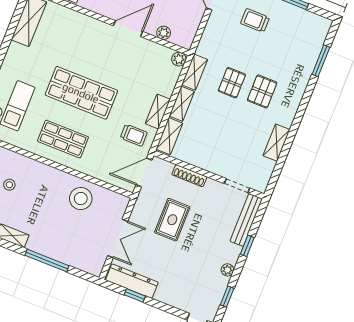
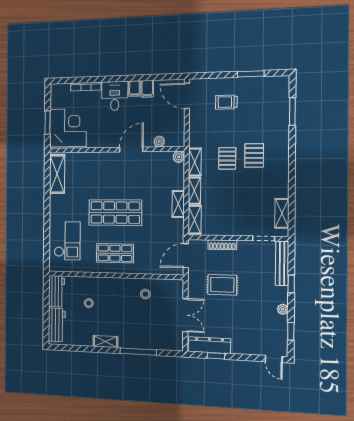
trolley: (134, 135) -> (167, 230), removed
shelving: (276, 143) -> (282, 213), moved
stool: (81, 199) -> (145, 294), width x0.53, depth x0.53
rug: (172, 220) -> (222, 285), turned 90

